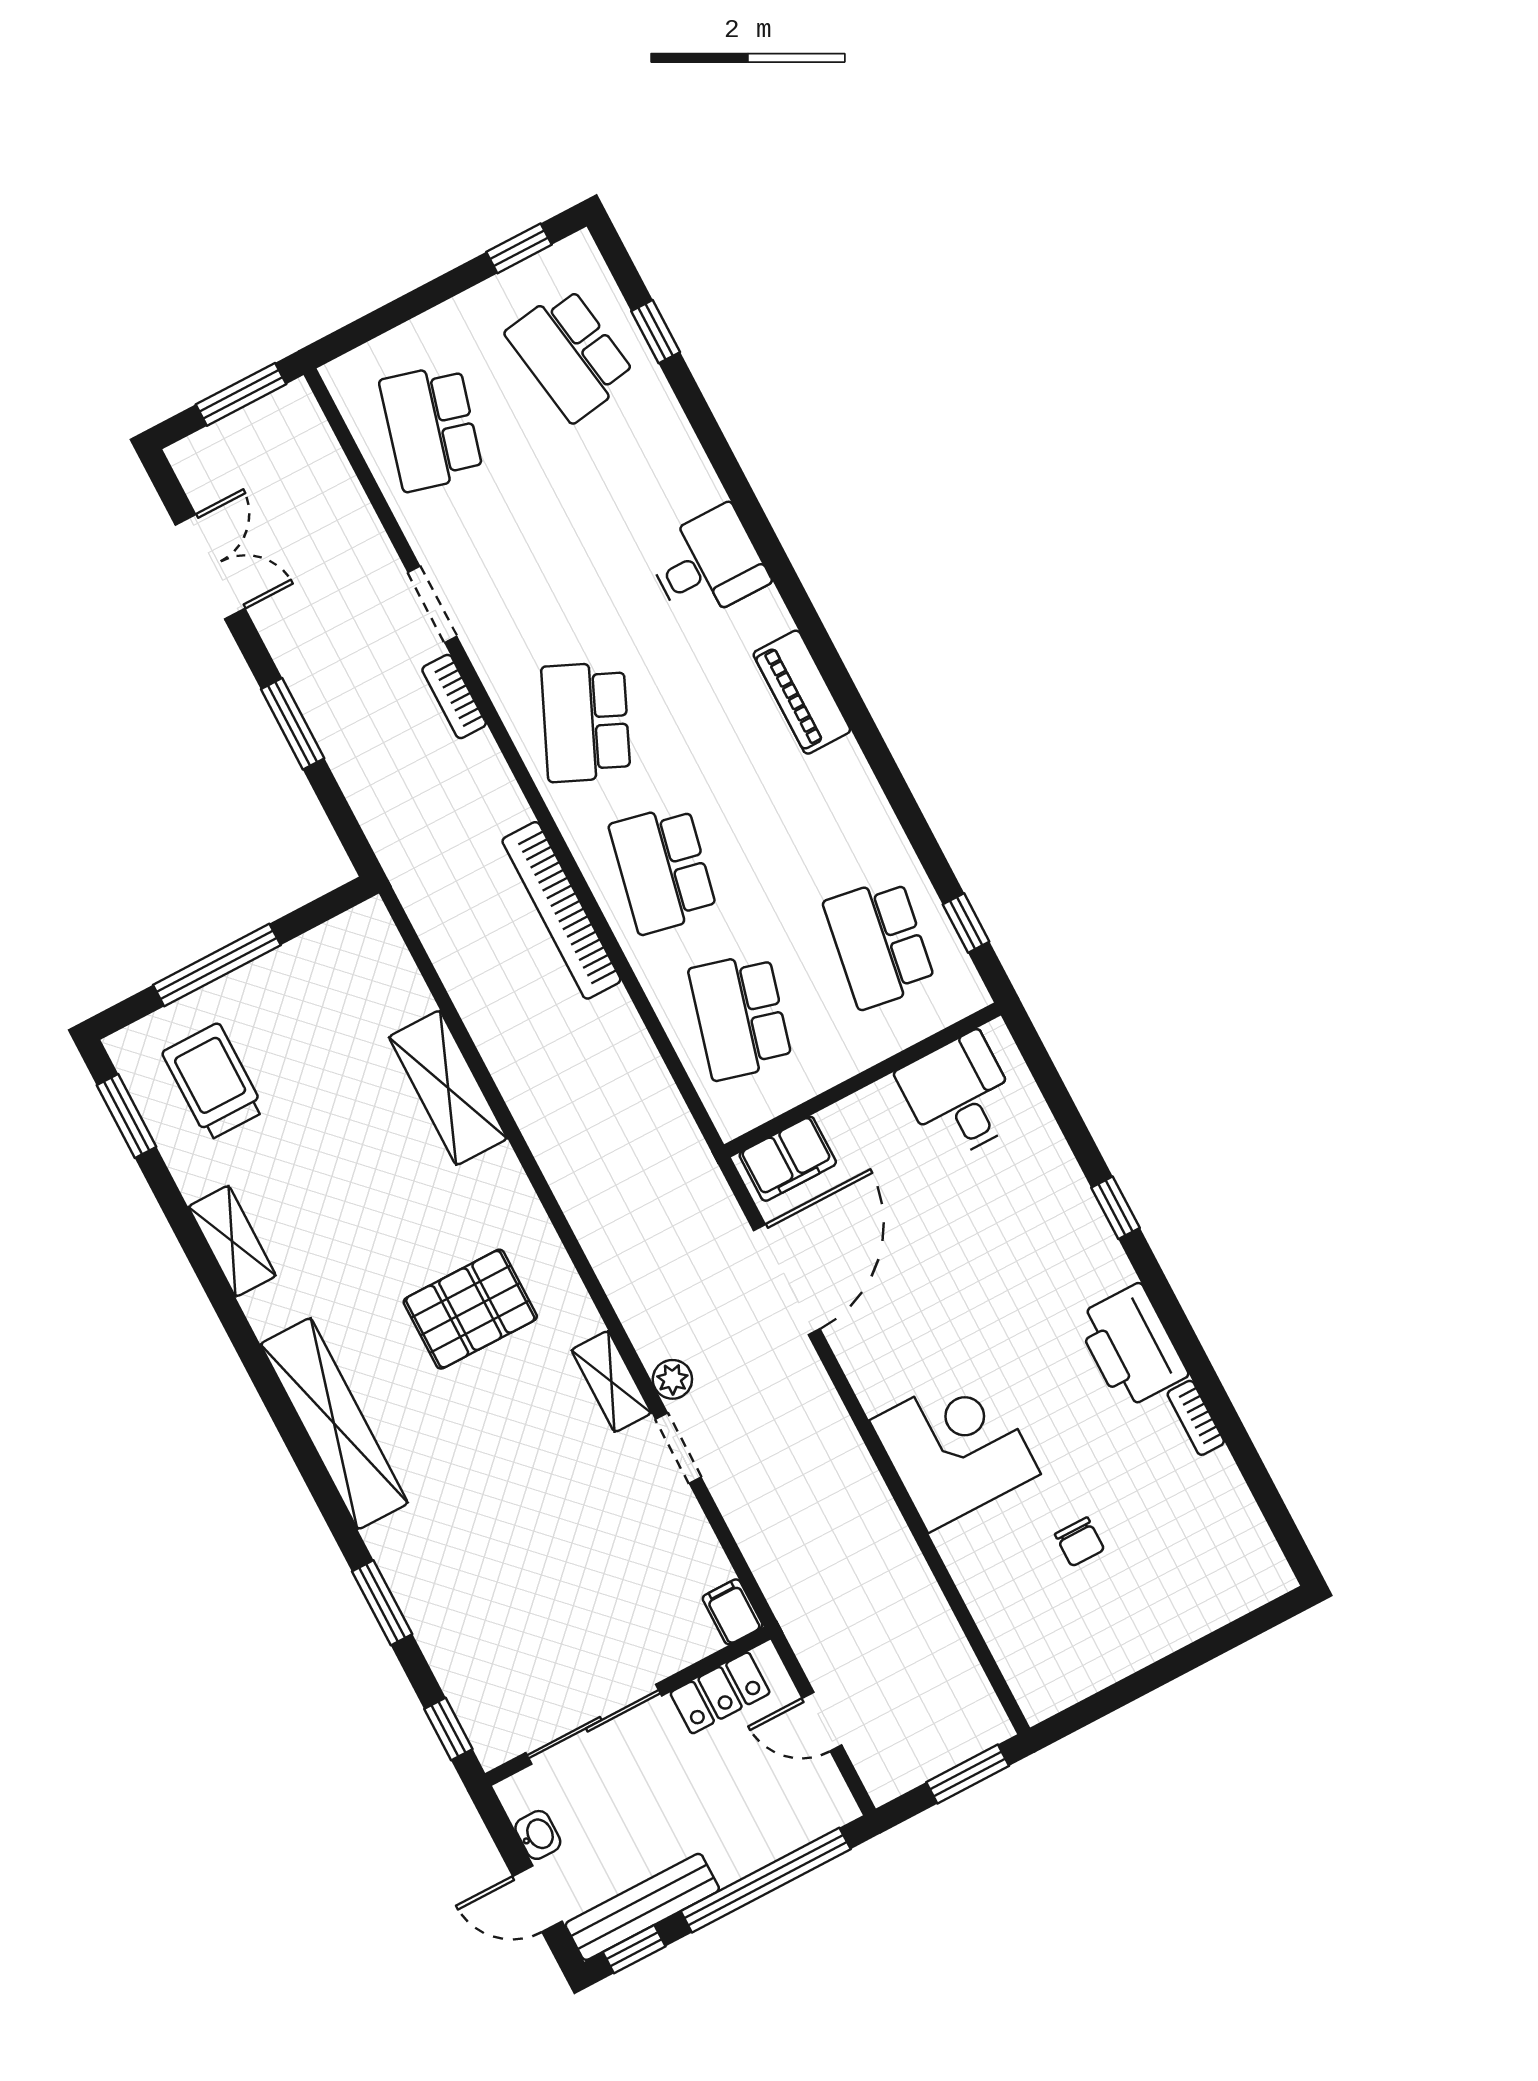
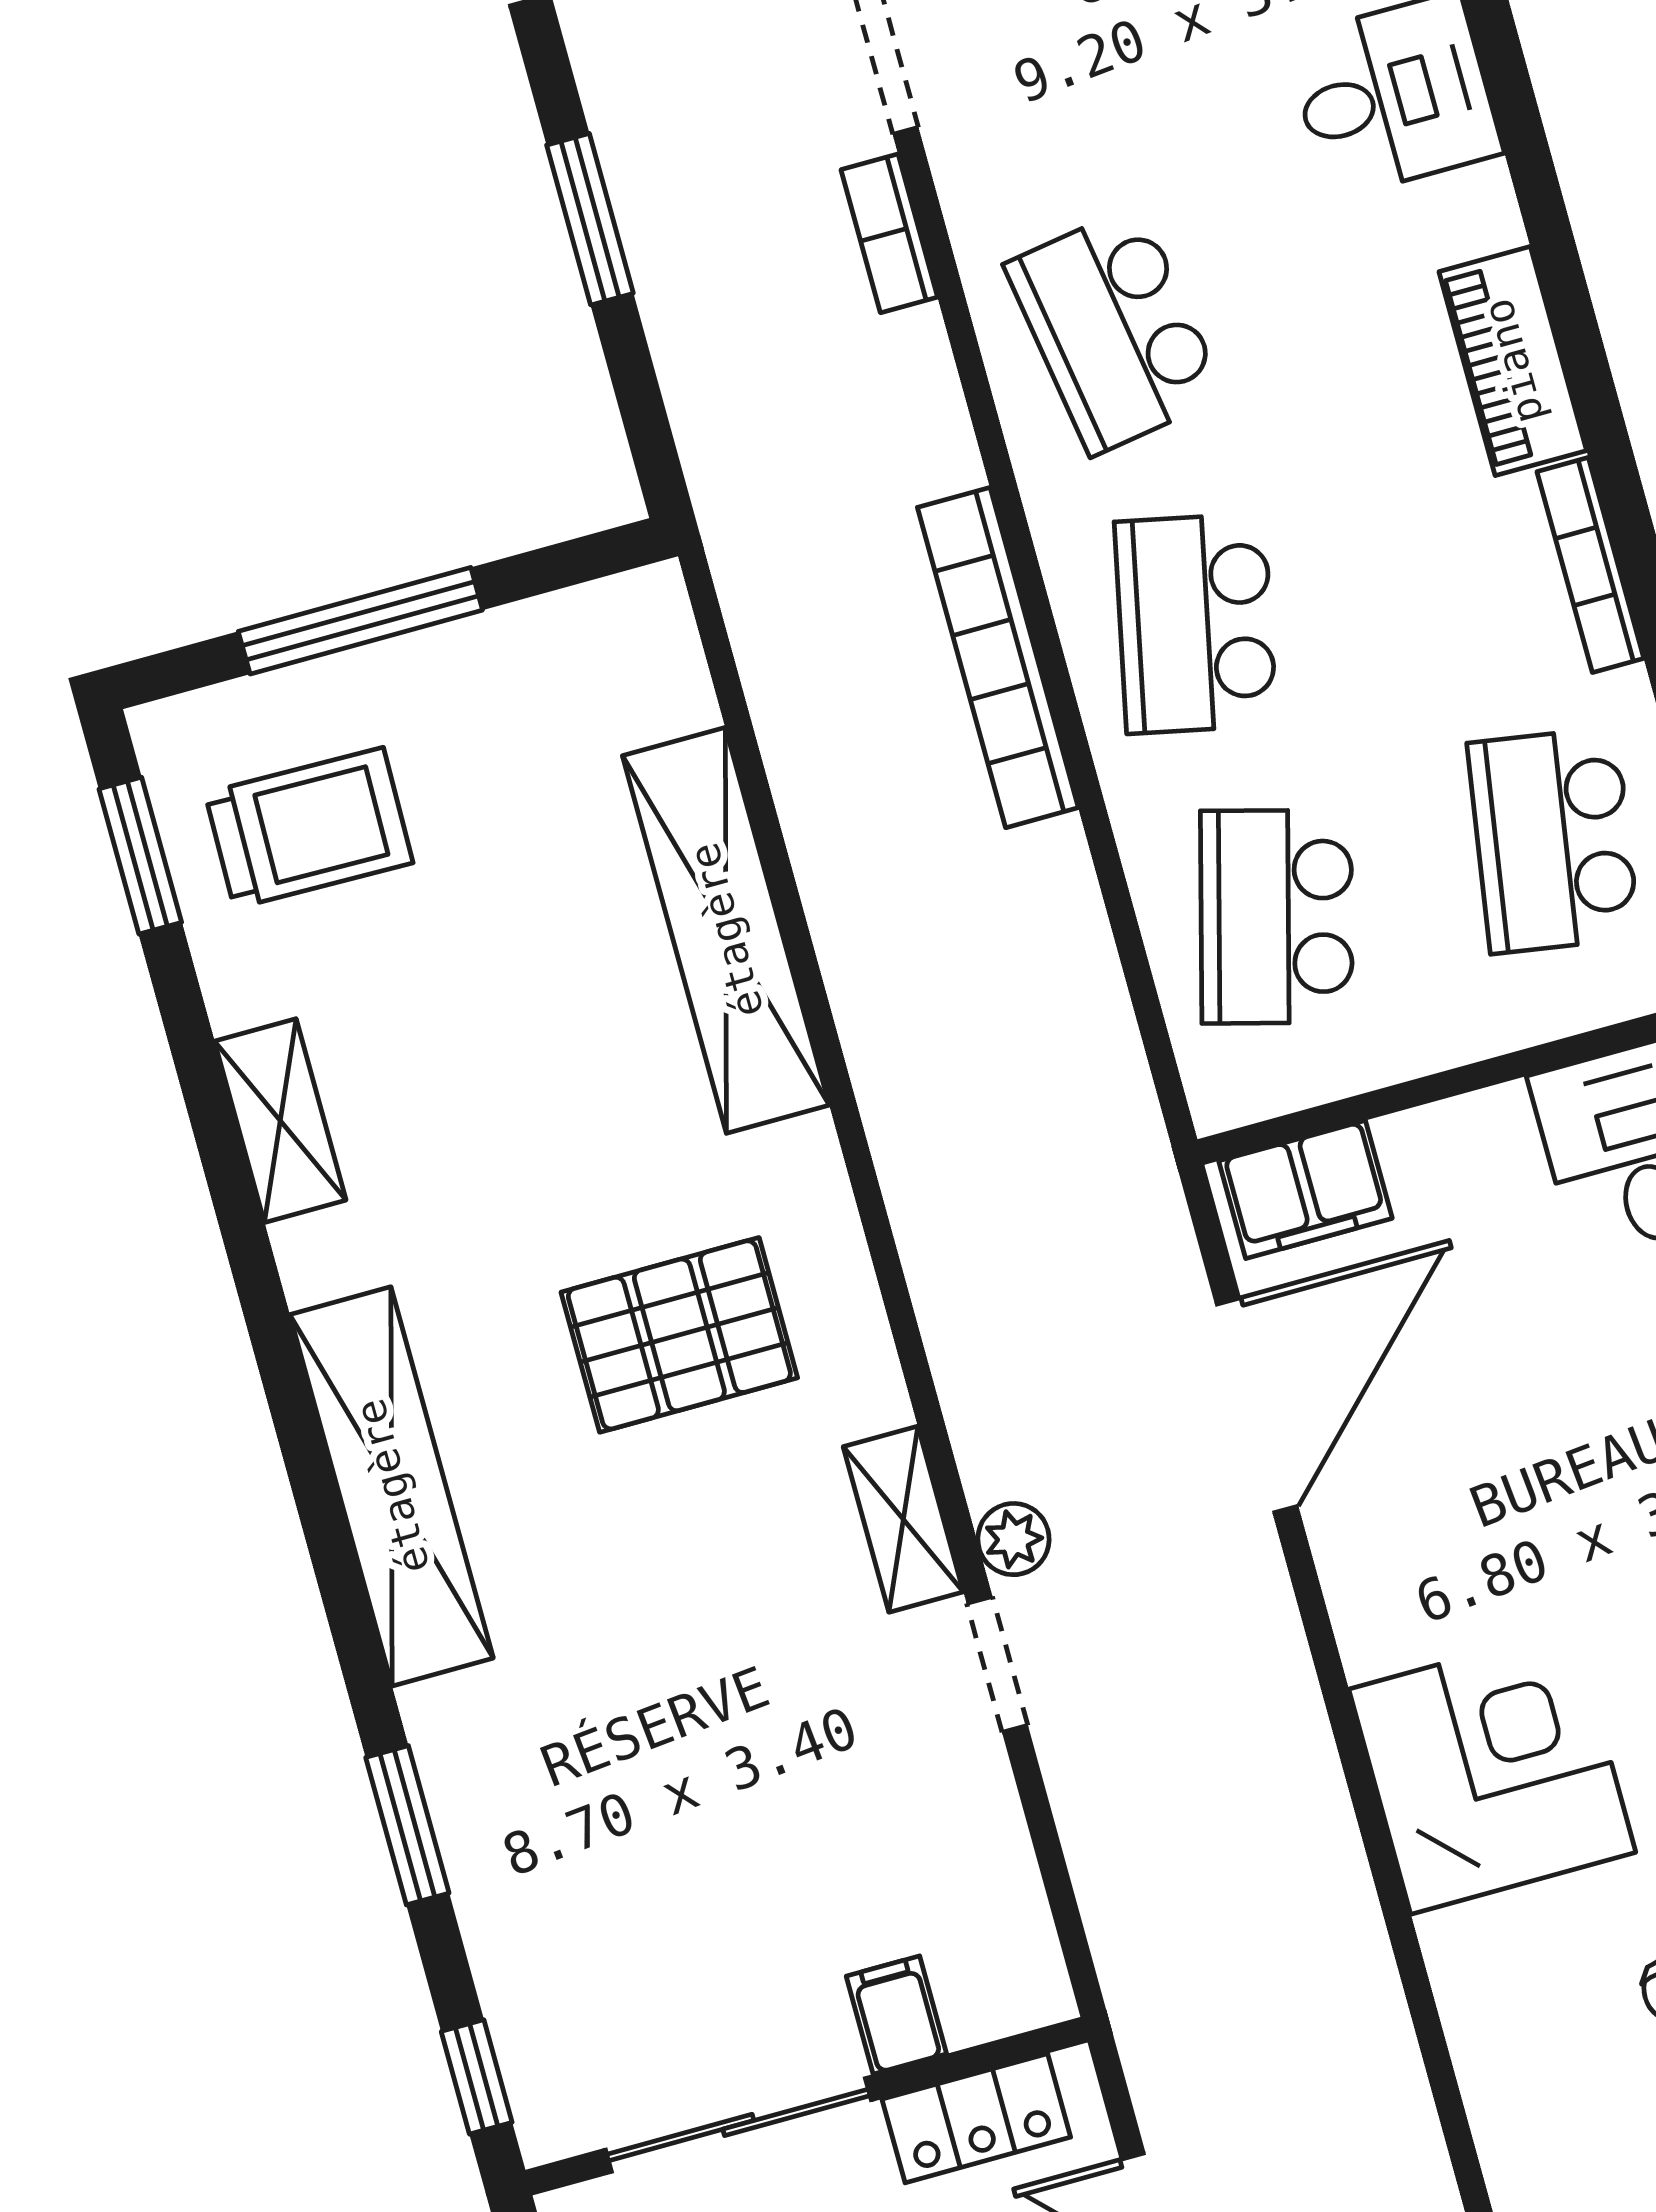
school desk: (586, 722) -> (1115, 330), turned -33
bookcase: (867, 792) -> (1590, 565), added
trolley: (213, 1082) -> (309, 828), turned 91
shelving: (448, 1088) -> (726, 930), width x1.47
filing cabinet: (733, 1612) -> (896, 2015), moved

